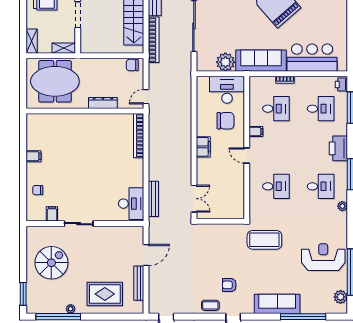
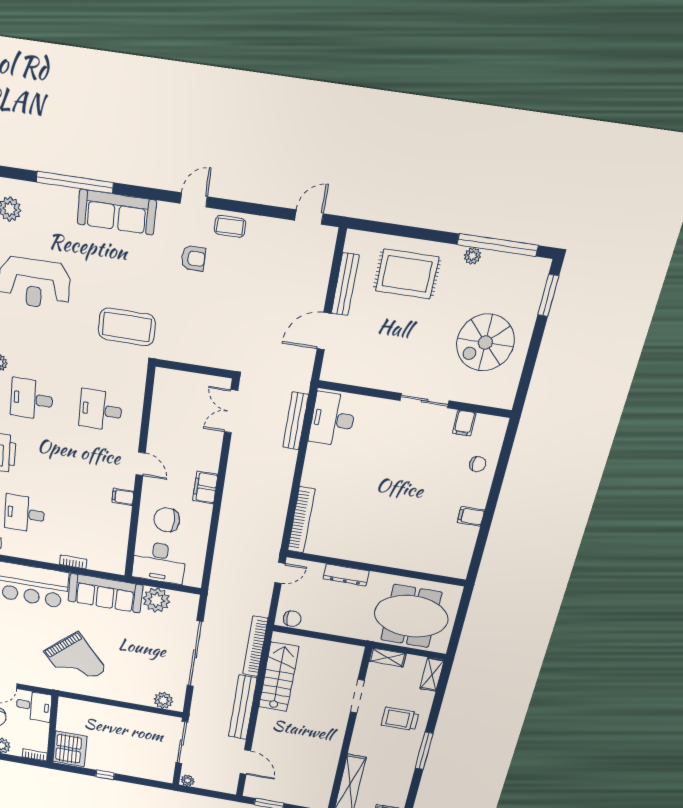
desk: (276, 109) -> (90, 524), removed

